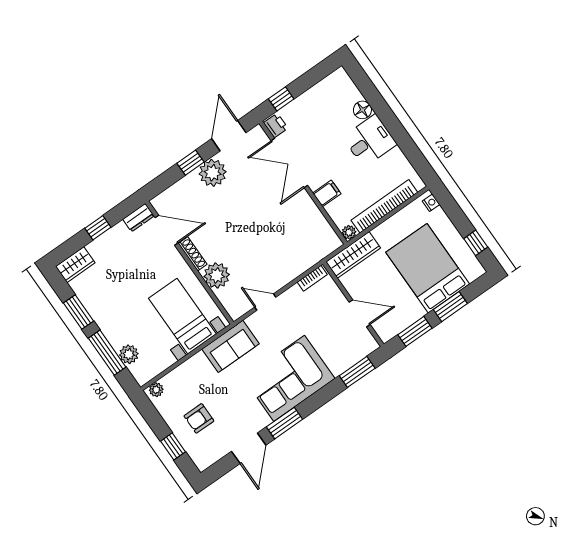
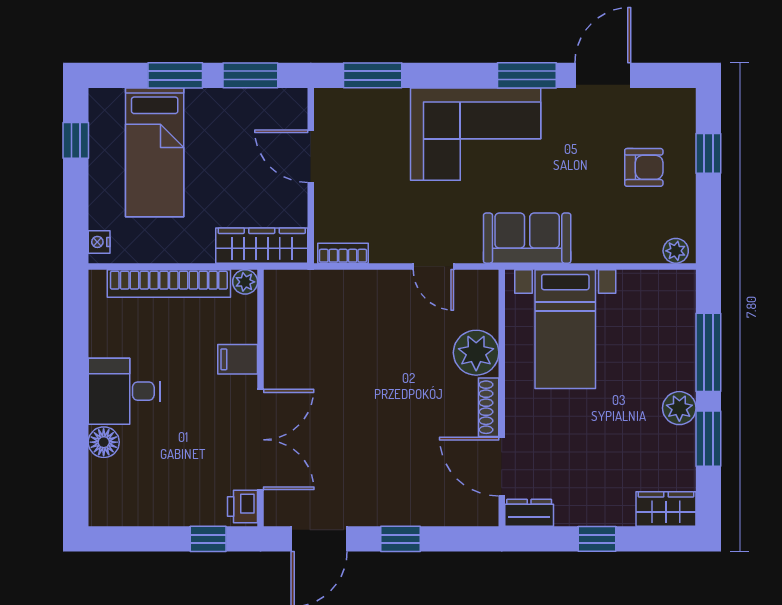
plant: (213, 173) -> (379, 502), removed
bed: (428, 268) -> (155, 152), width x0.67
plant: (129, 354) -> (679, 408), moved

